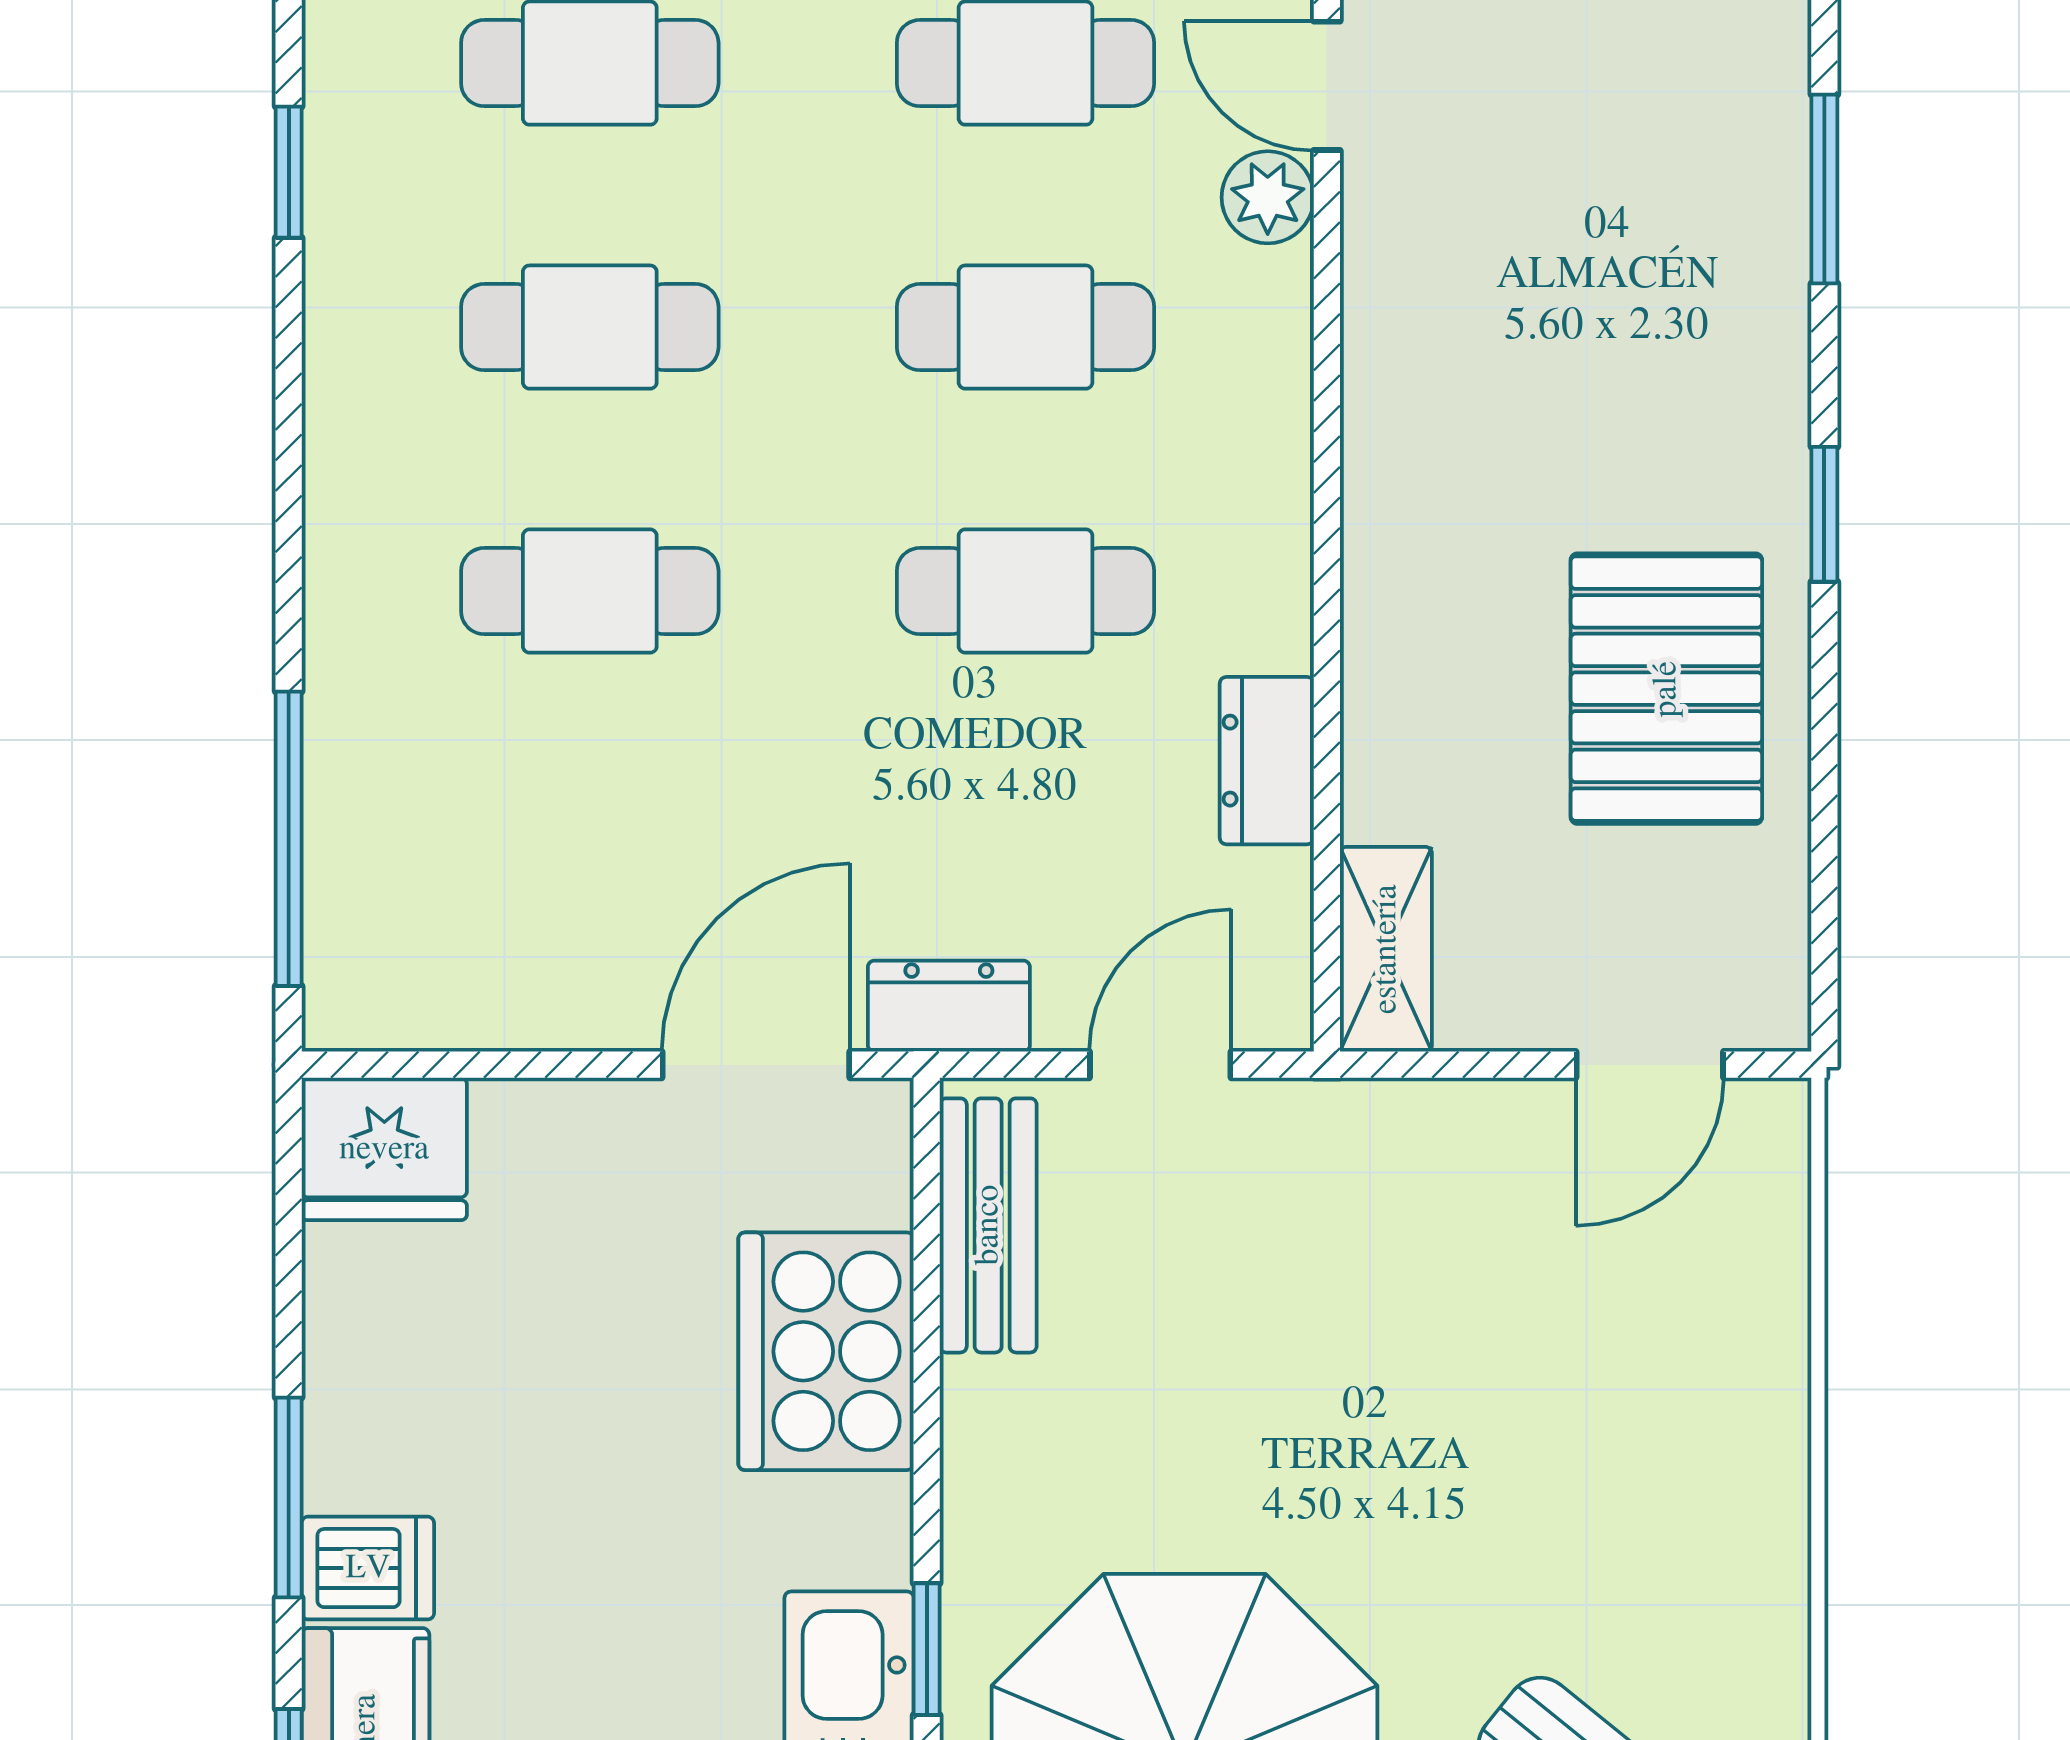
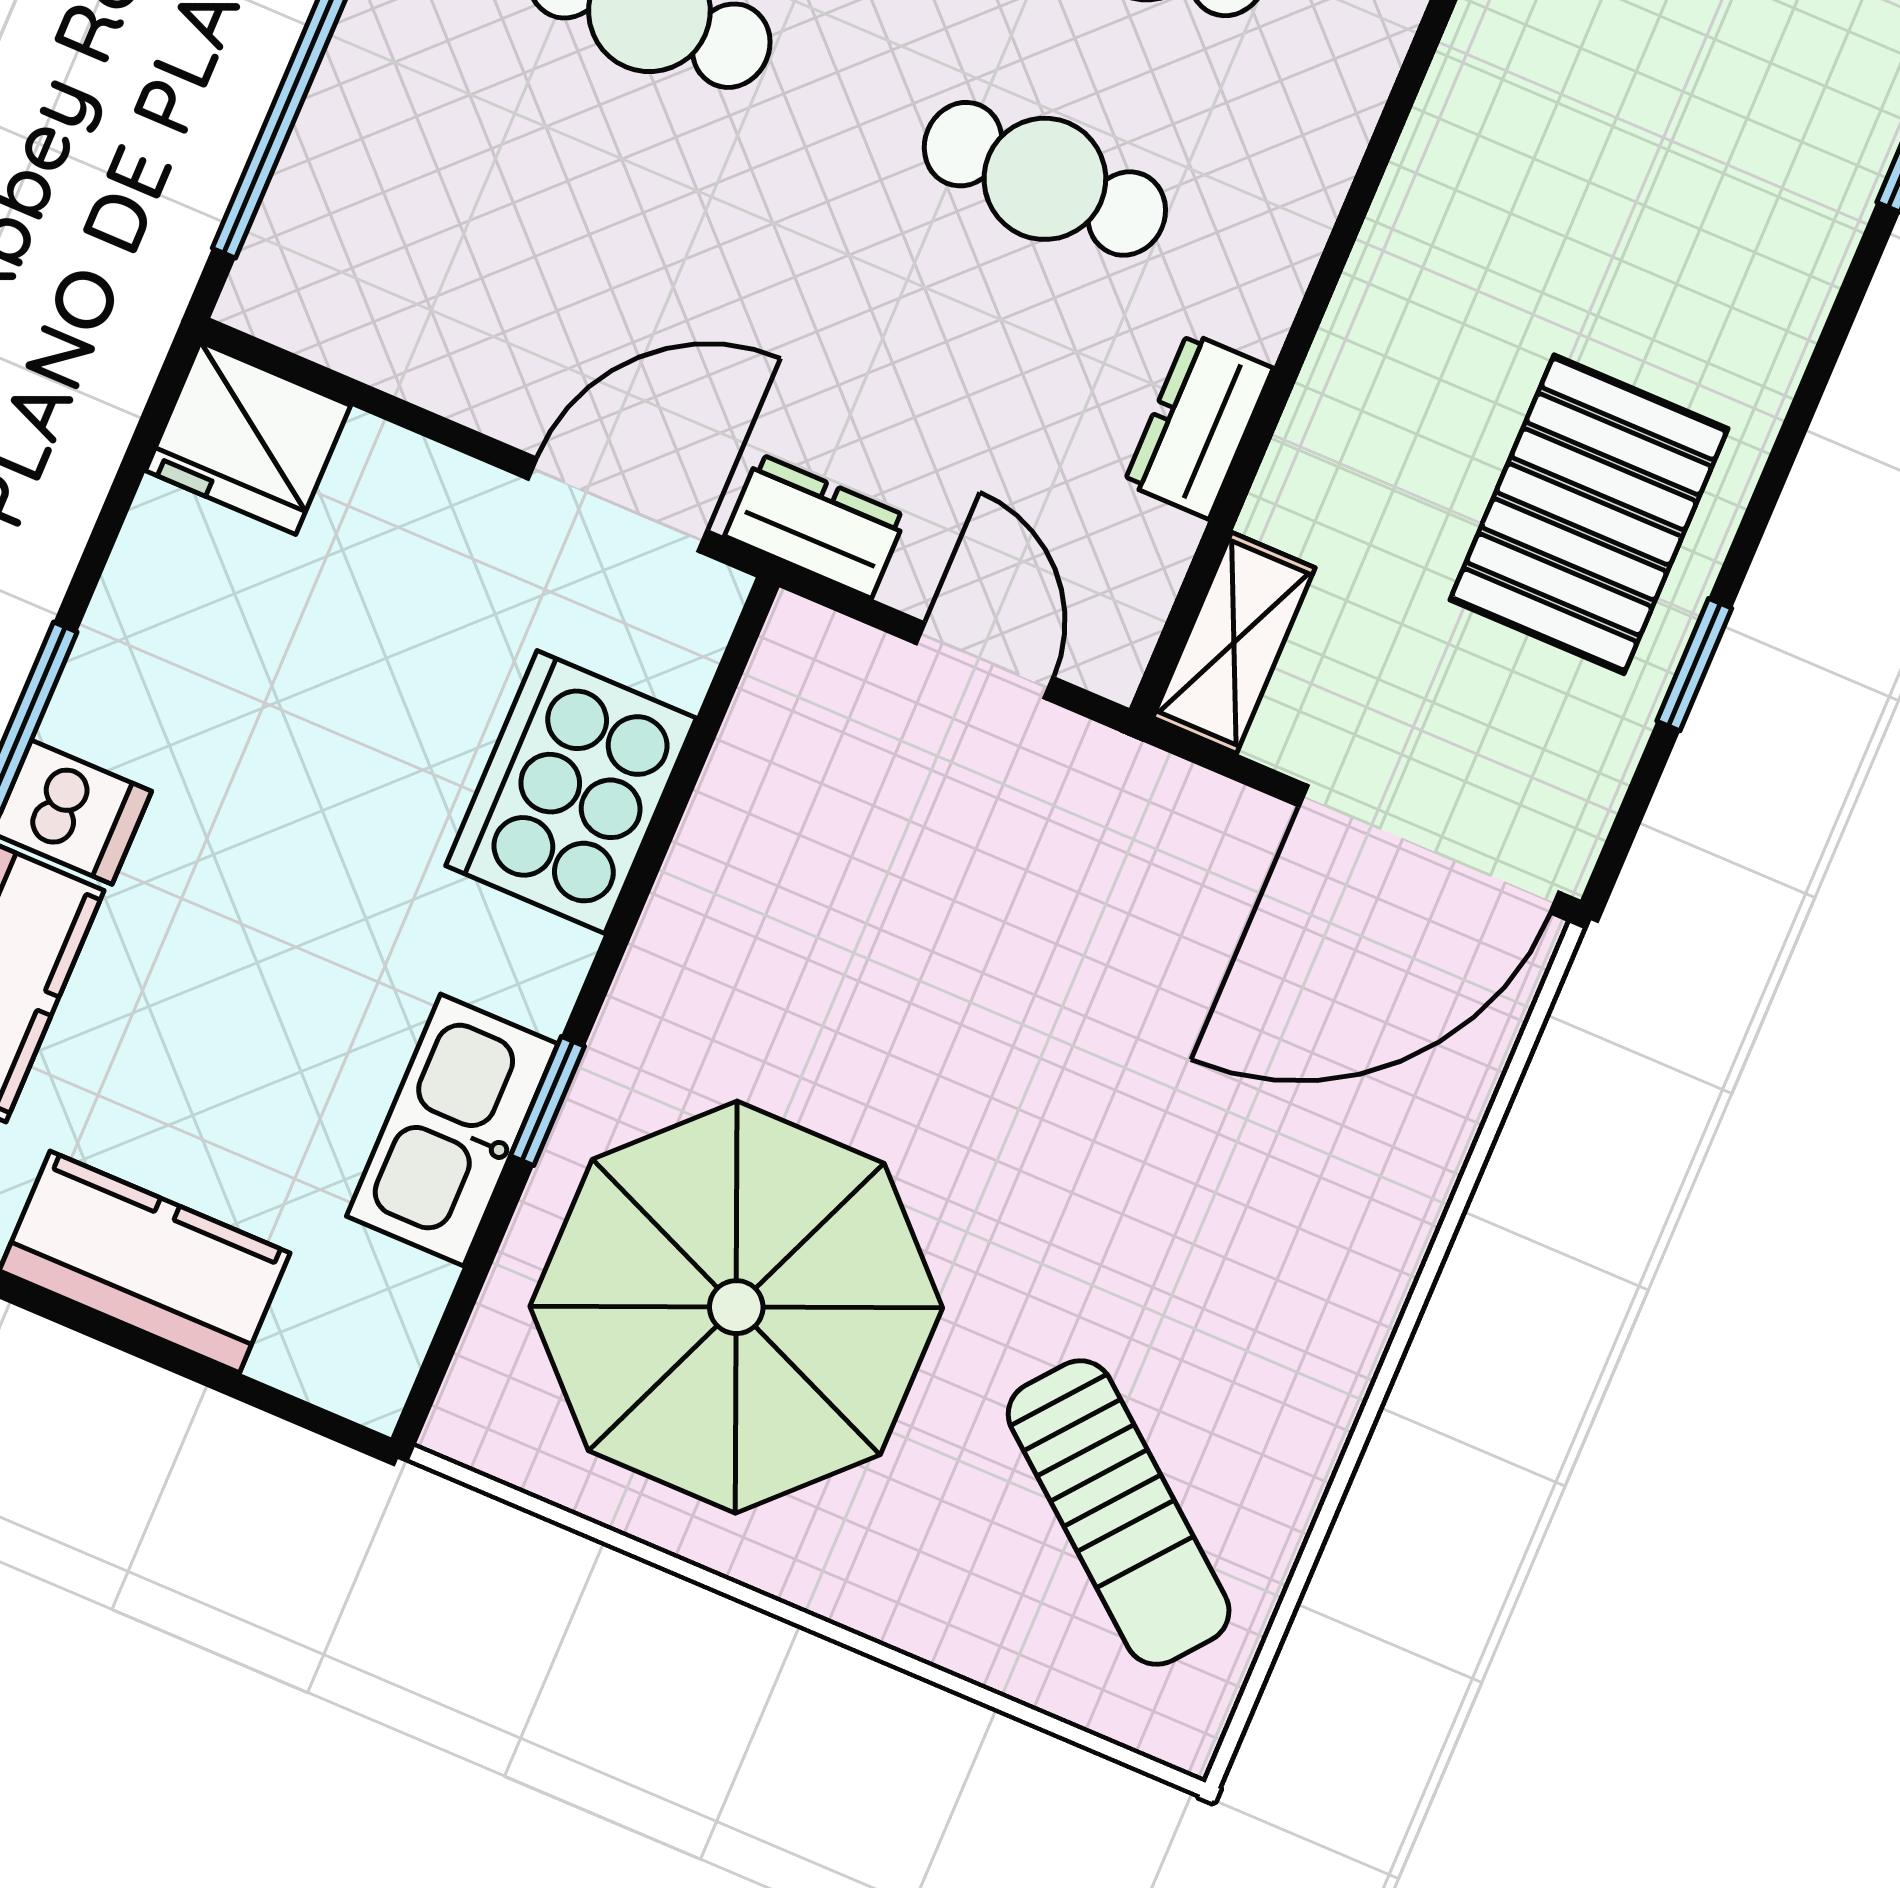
window: (1824, 514) -> (1694, 665), moved
door: (1160, 1065) -> (985, 661), hinge flipped
door: (1650, 1065) -> (1429, 849), width x1.87
bench: (988, 1225) -> (767, 740), removed

